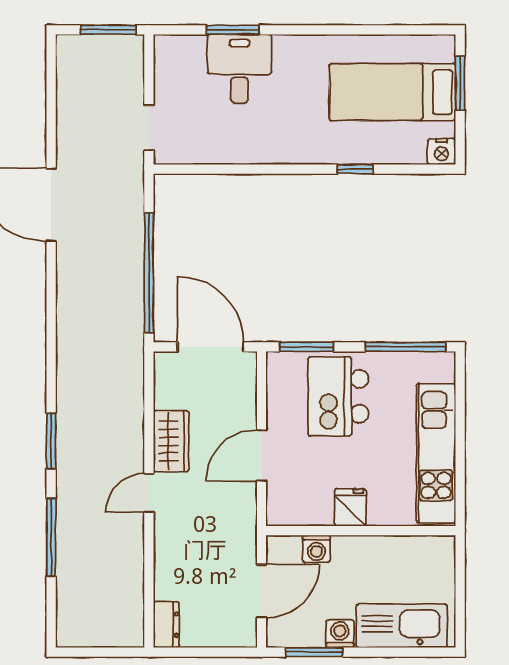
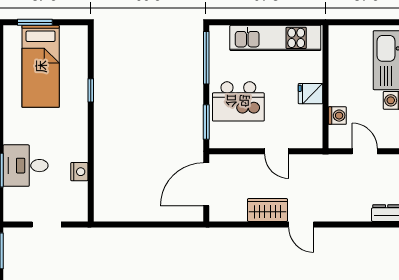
doorway: (149, 128) -> (47, 224), moved
nightstand: (441, 152) -> (79, 172), moved
window: (149, 273) -> (158, 224), removed
door: (262, 455) -> (277, 151), width x0.73
door: (262, 591) -> (365, 151), width x0.73

